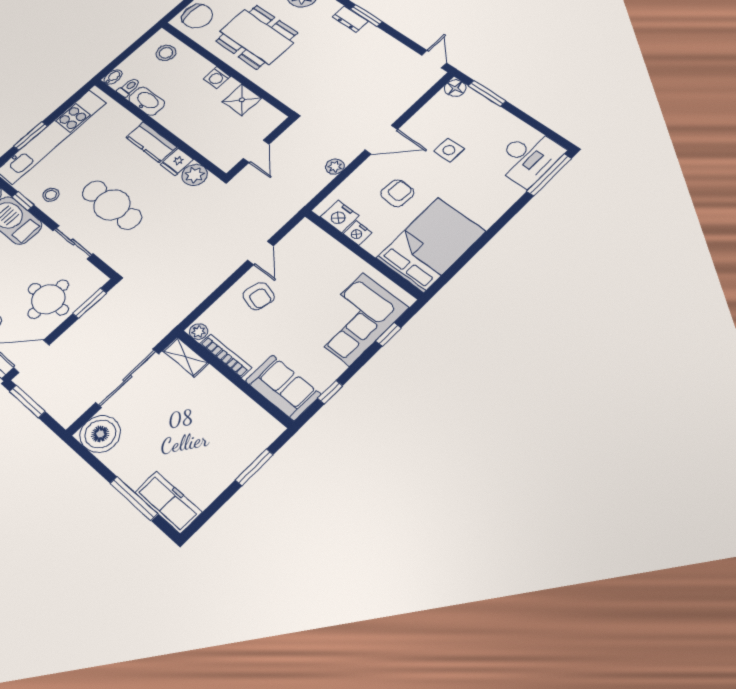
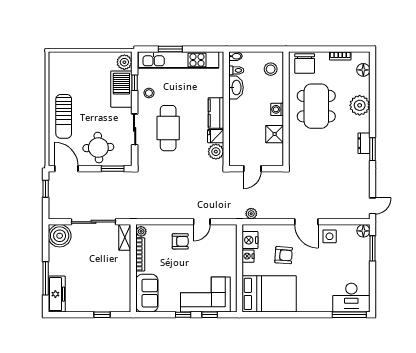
side table: (449, 150) -> (330, 236), moved
plant: (335, 167) -> (251, 214), moved
armchair: (259, 296) -> (180, 241), turned -105
window: (330, 392) -> (183, 315), moved
window: (27, 401) -> (46, 189), width x0.67
window: (254, 467) -> (102, 315), width x0.67

